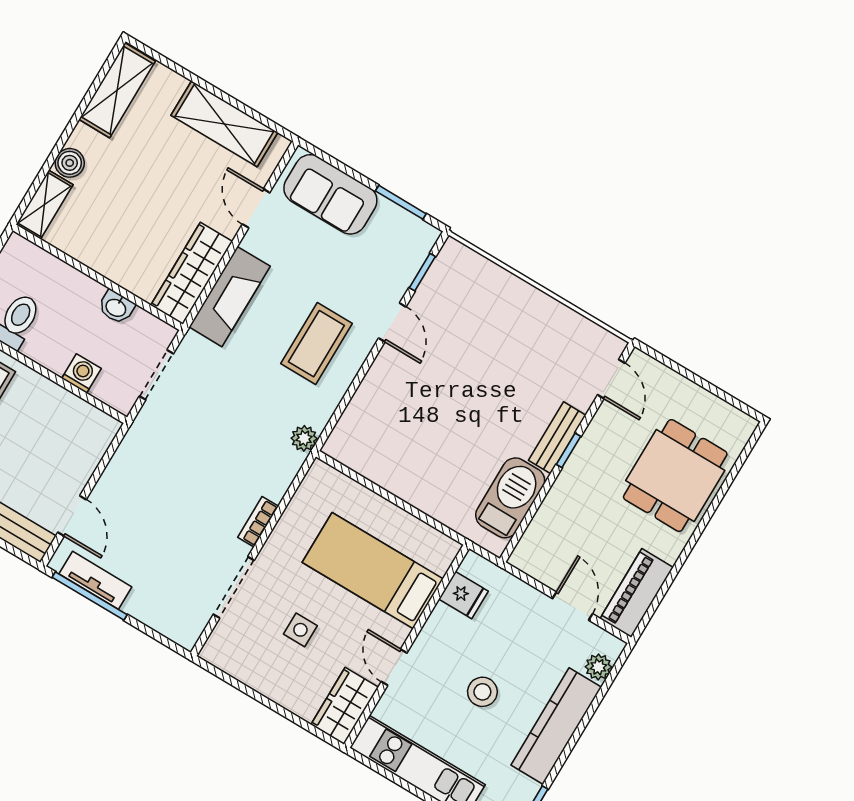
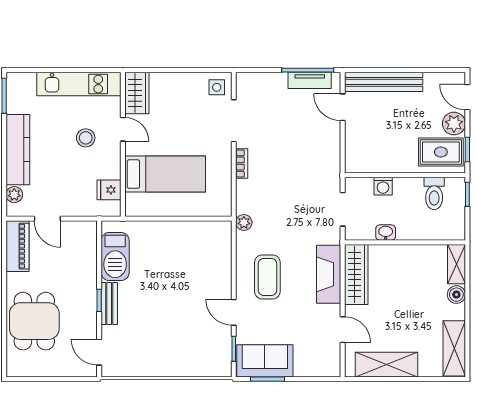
sofa: (330, 194) -> (265, 361), moved
side table: (300, 630) -> (217, 87), moved
stool: (482, 692) -> (86, 138), moved

